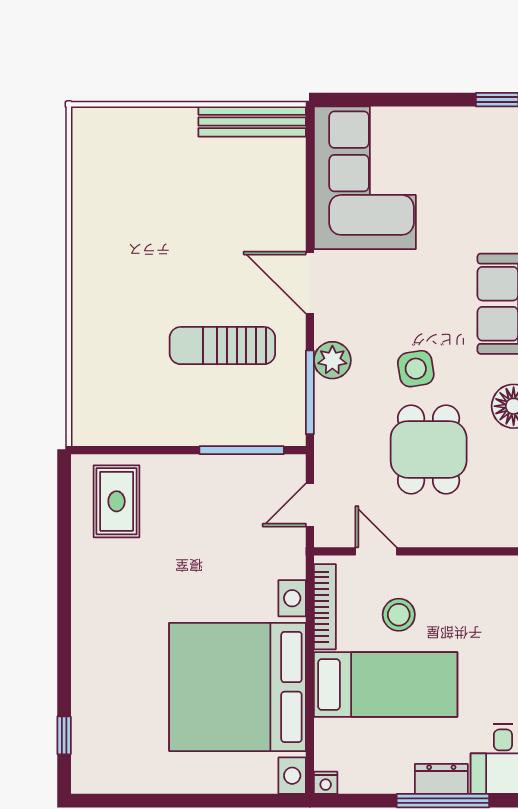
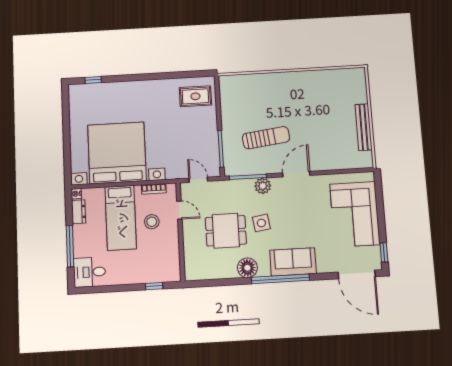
bench: (252, 121) -> (364, 127), moved
corner sofa: (365, 178) -> (355, 214), moved, turned 90
sun lounger: (222, 346) -> (266, 138), turned 83
door: (376, 551) -> (179, 210), hinge flipped
bookcase: (325, 607) -> (154, 189), width x0.64
dresser: (441, 779) -> (79, 212), moved

